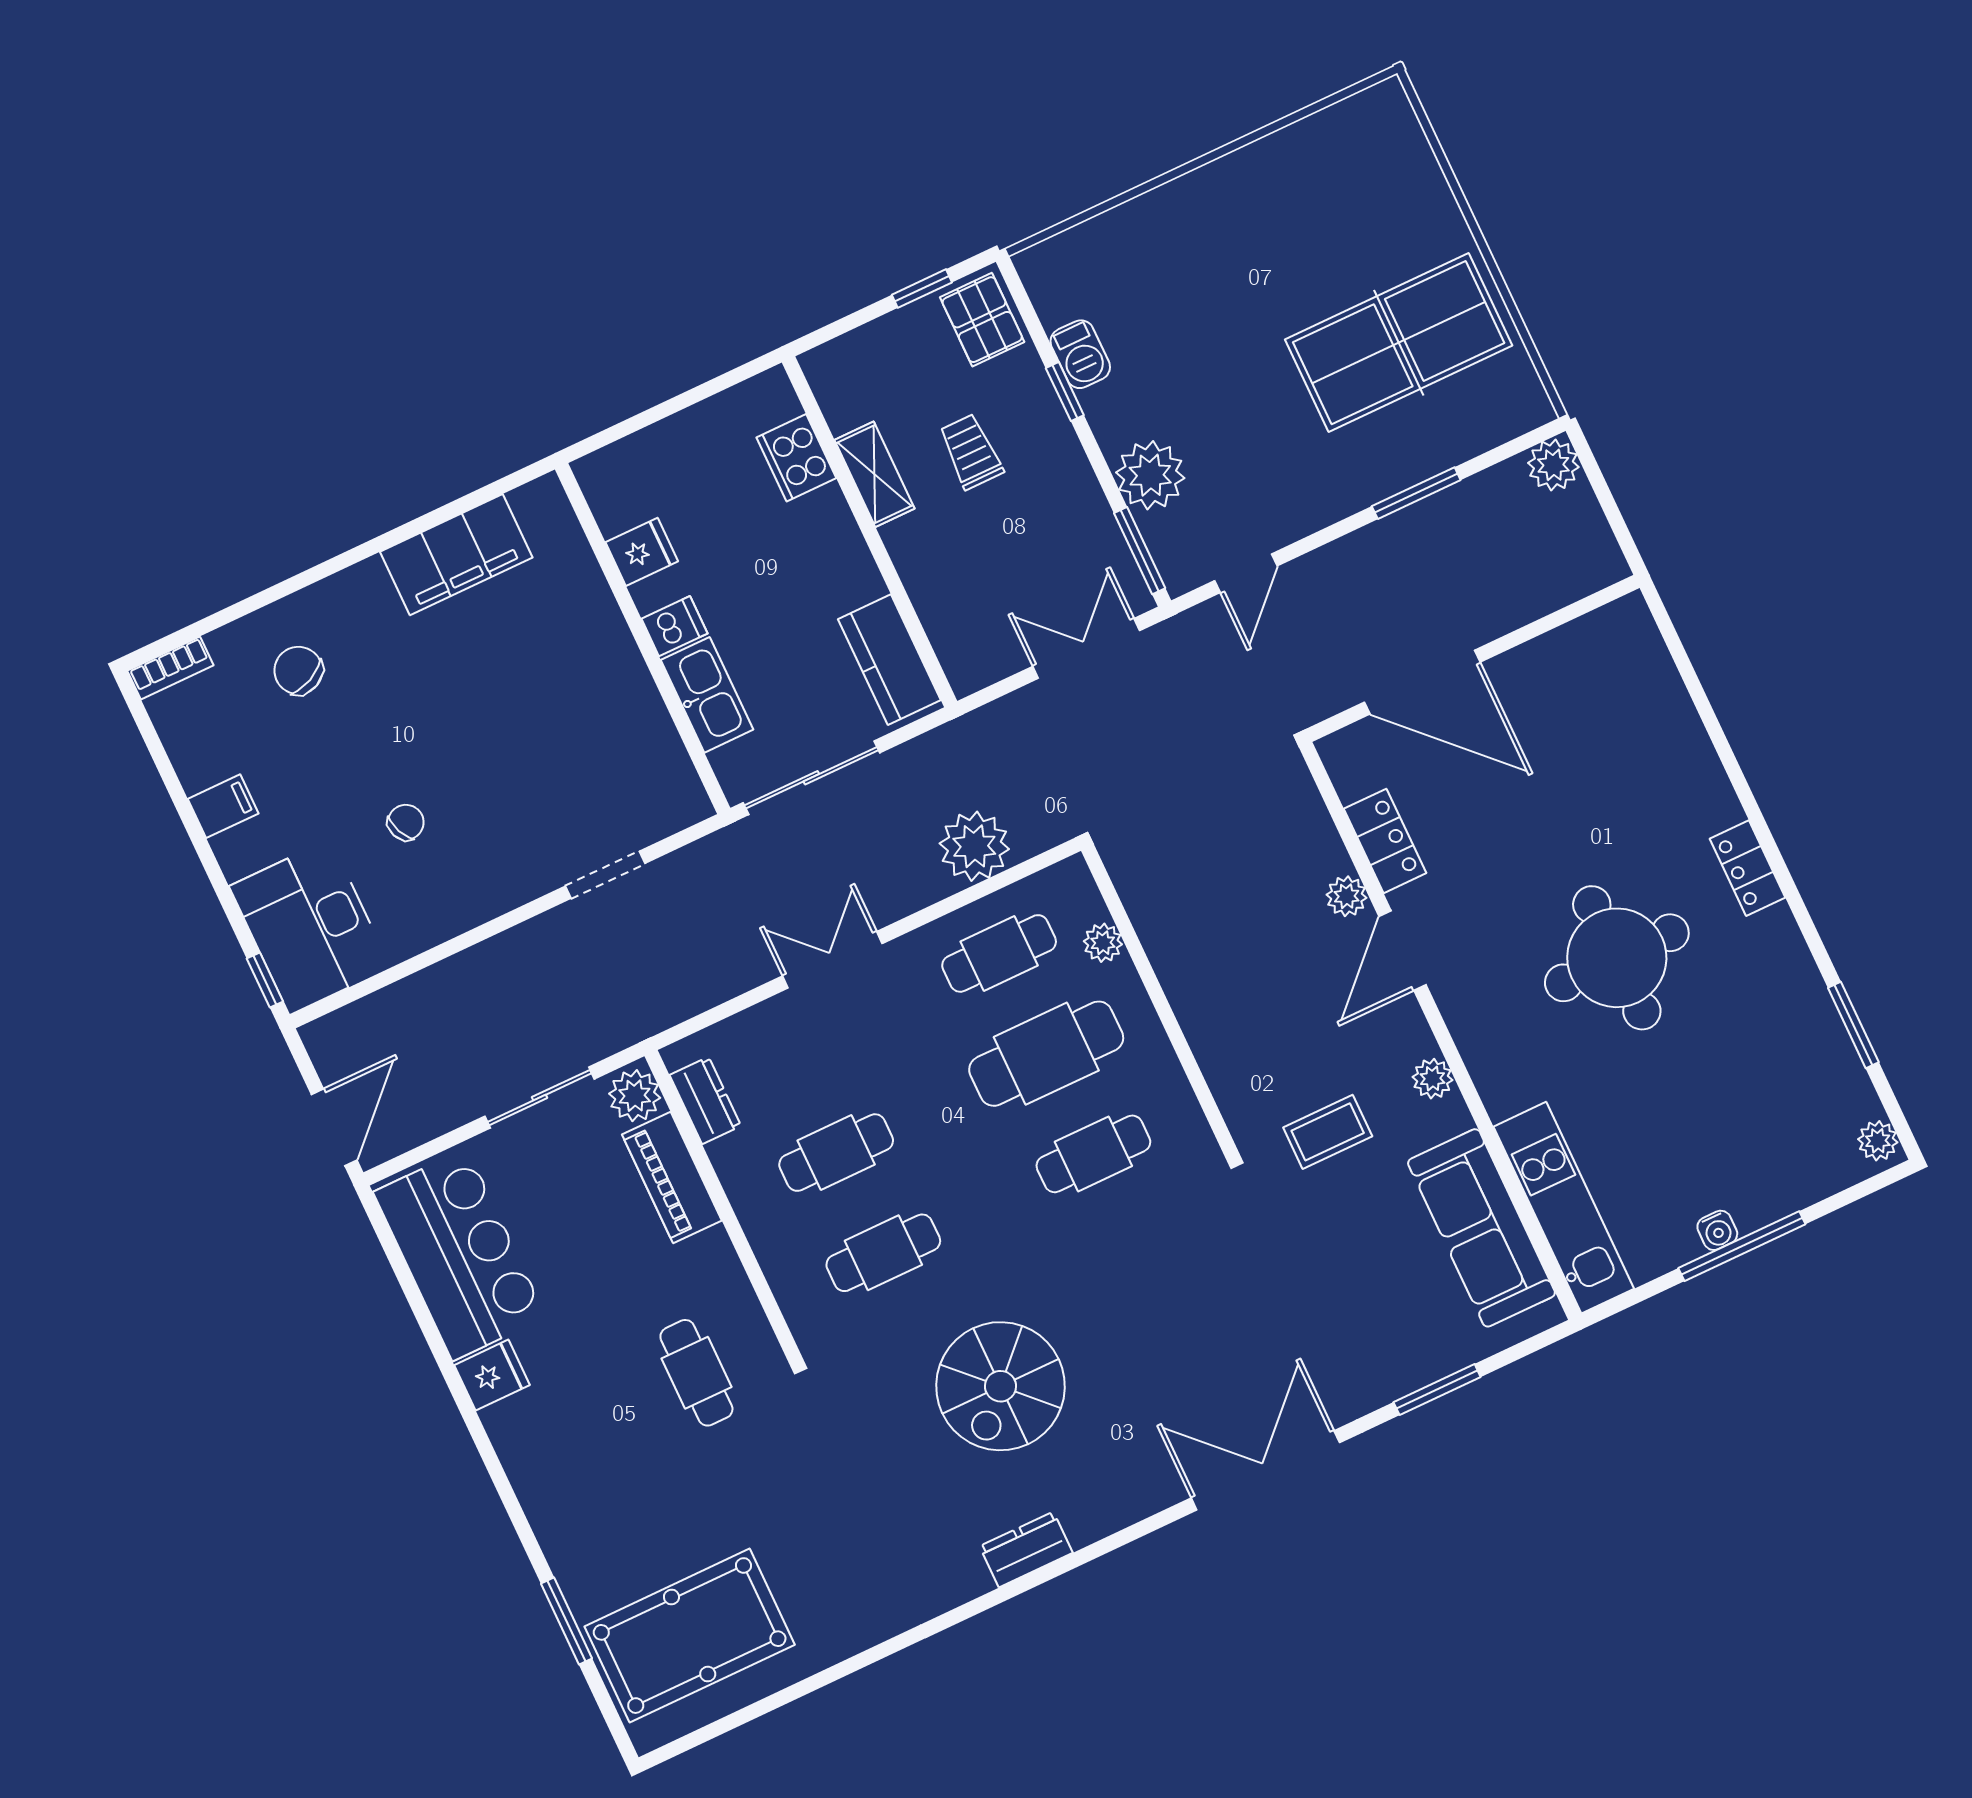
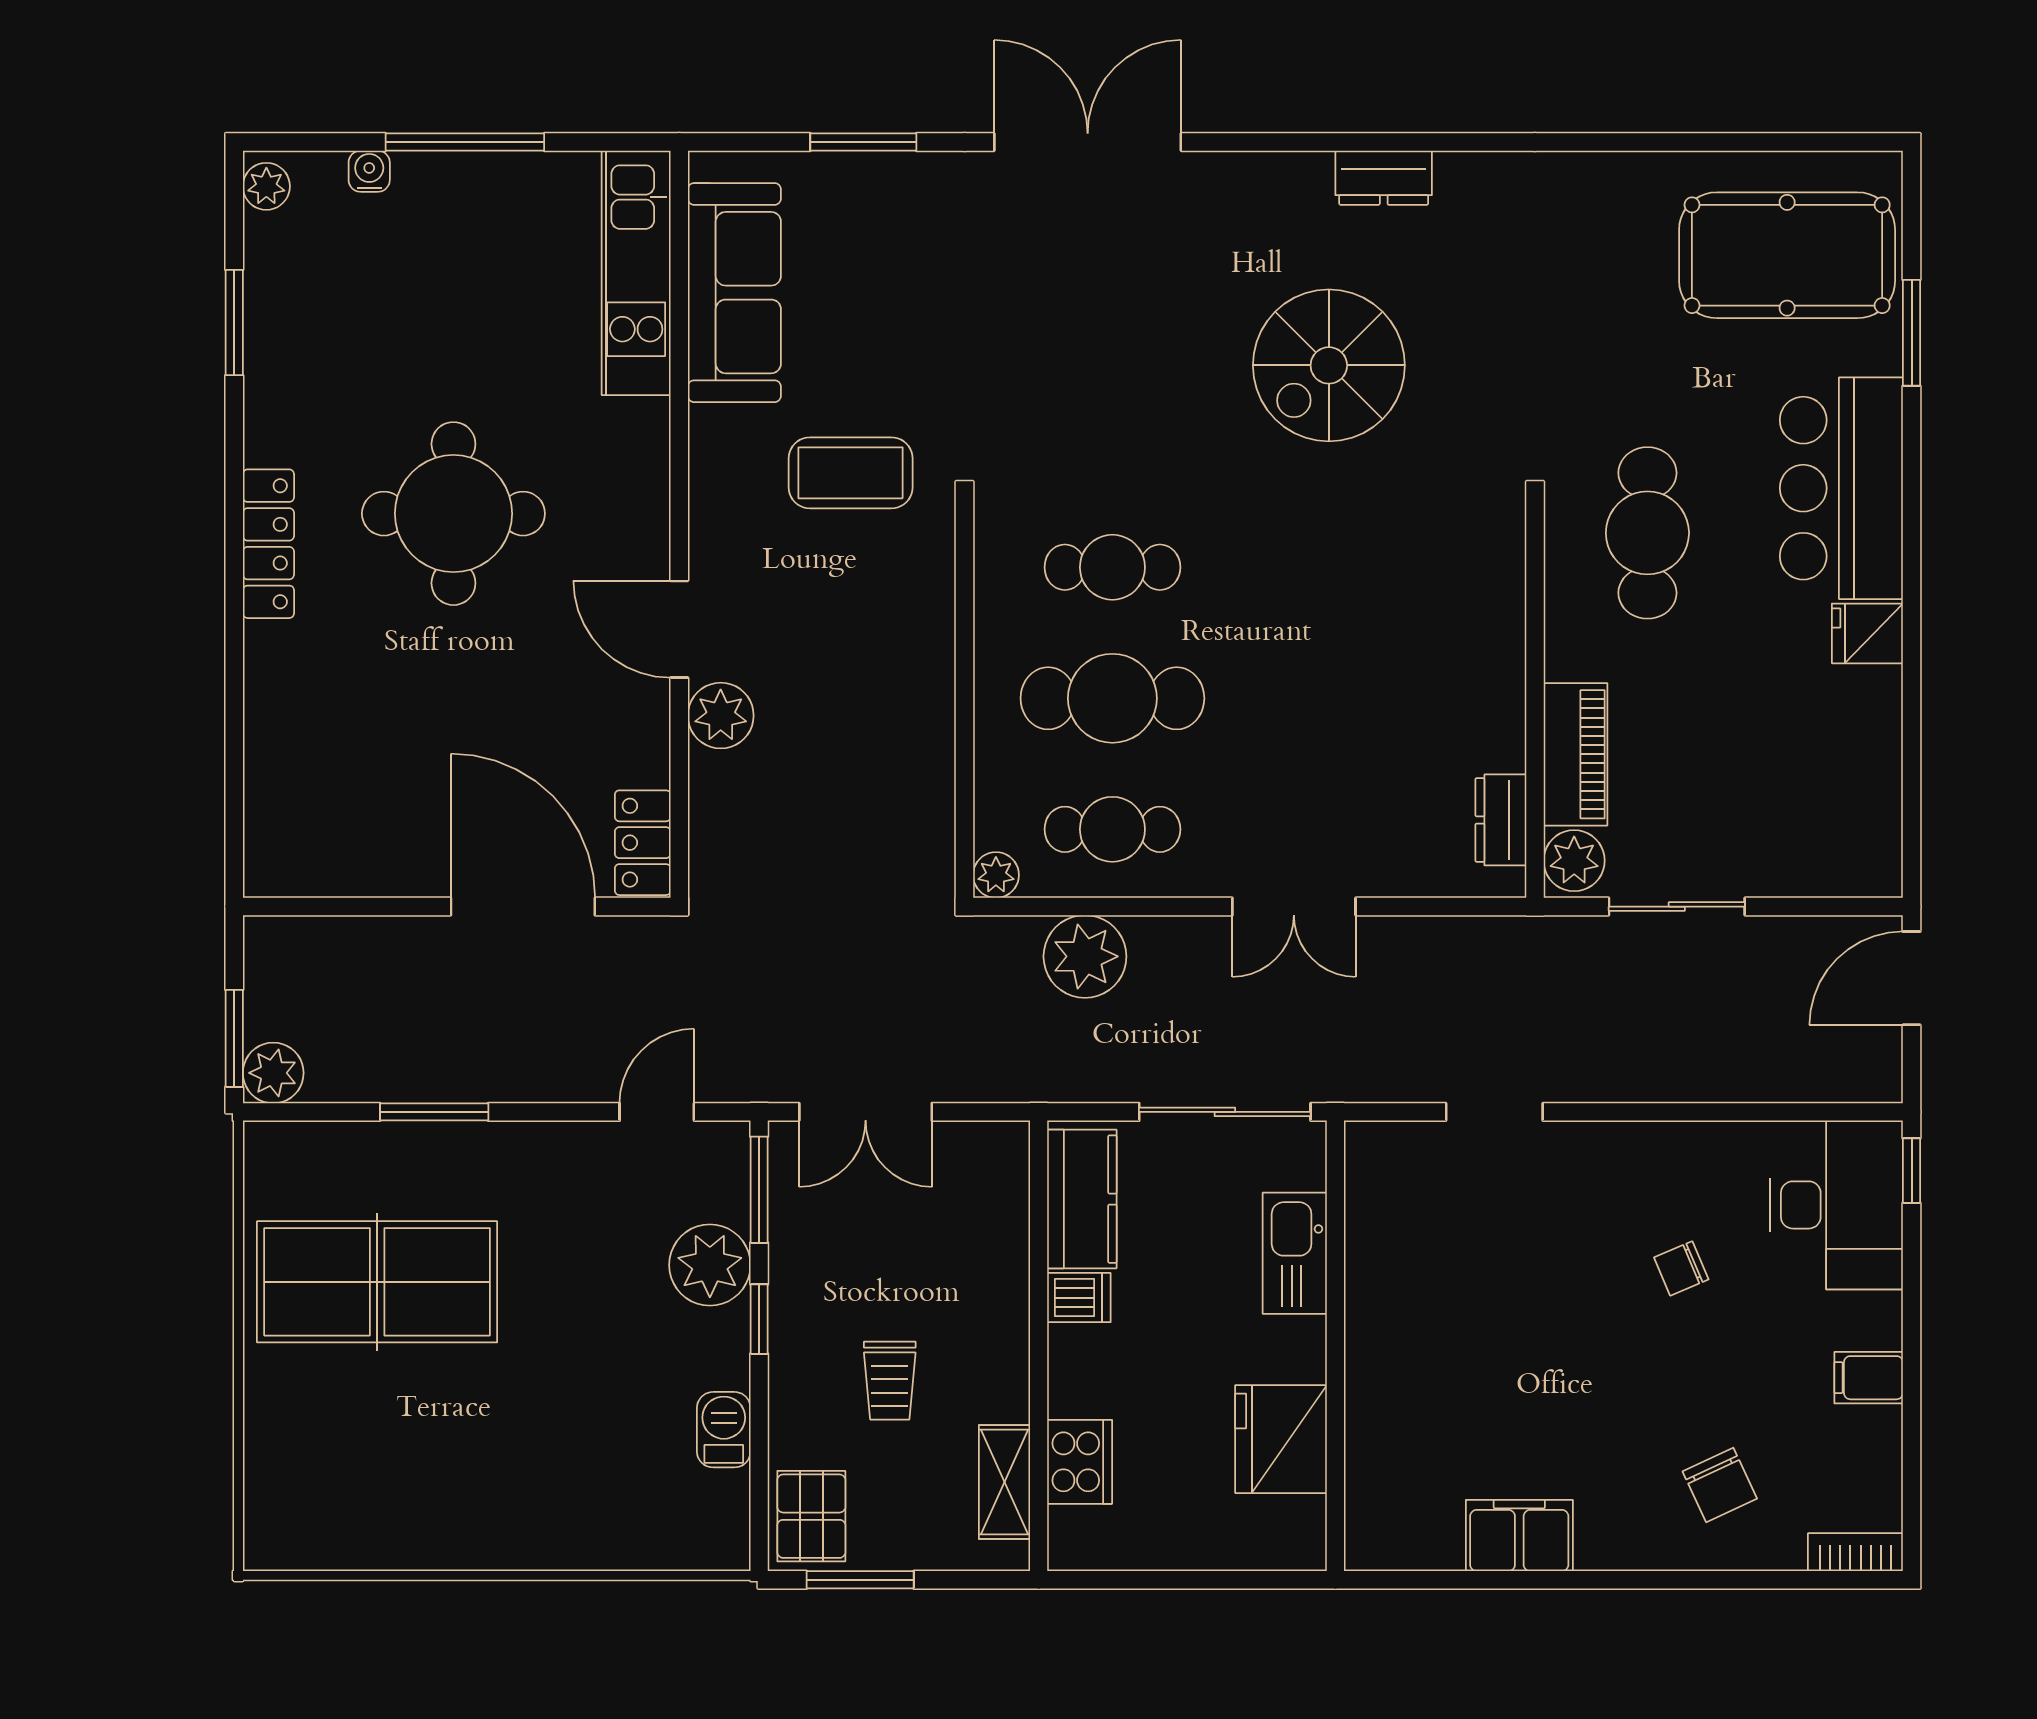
window: (922, 289) -> (860, 1580), width x1.50
window: (1065, 392) -> (759, 1319), moved
shelving: (874, 474) -> (1004, 1482), moved
window: (1596, 477) -> (234, 1038), added
fridge: (642, 552) -> (1281, 1439), width x1.88, depth x1.34
filing cabinet: (456, 555) -> (1519, 1536), width x0.67, depth x0.86
dishwasher: (674, 626) -> (1079, 1298), moved, turned 180
locker: (1385, 841) -> (643, 843), moved
locker: (1748, 868) -> (268, 544), width x1.53
plant: (1347, 896) -> (721, 716), width x1.38, depth x1.38
plant: (1103, 943) -> (996, 875), moved
door: (1403, 951) -> (679, 629), swing flipped
plant: (1433, 1079) -> (712, 477), removed
coffee table: (1328, 1132) -> (851, 473), width x1.36, depth x1.30
cafe table: (836, 1153) -> (1387, 698), removed
water cooler: (1717, 1230) -> (369, 171), moved
cafe table: (883, 1253) -> (1387, 567), removed
bar counter: (460, 1255) -> (1841, 488), moved
cafe table: (696, 1373) -> (1647, 533), width x1.37, depth x1.35
spiral stairs: (1001, 1386) -> (1329, 365), turned 180
double door: (1265, 1470) -> (1088, 142), swing flipped

